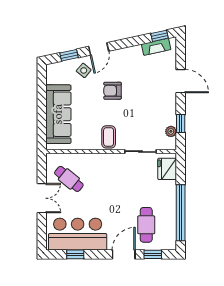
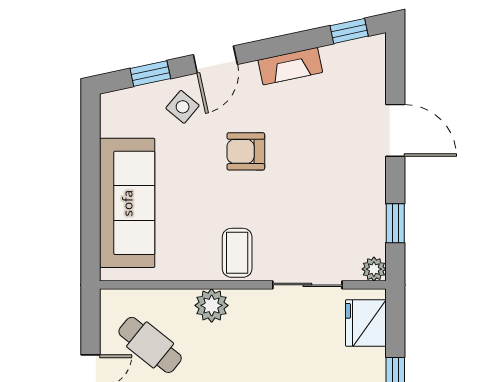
fireplace: (156, 47) -> (290, 66), moved
plant: (171, 131) -> (374, 269), moved
plant: (97, 161) -> (212, 305), added

